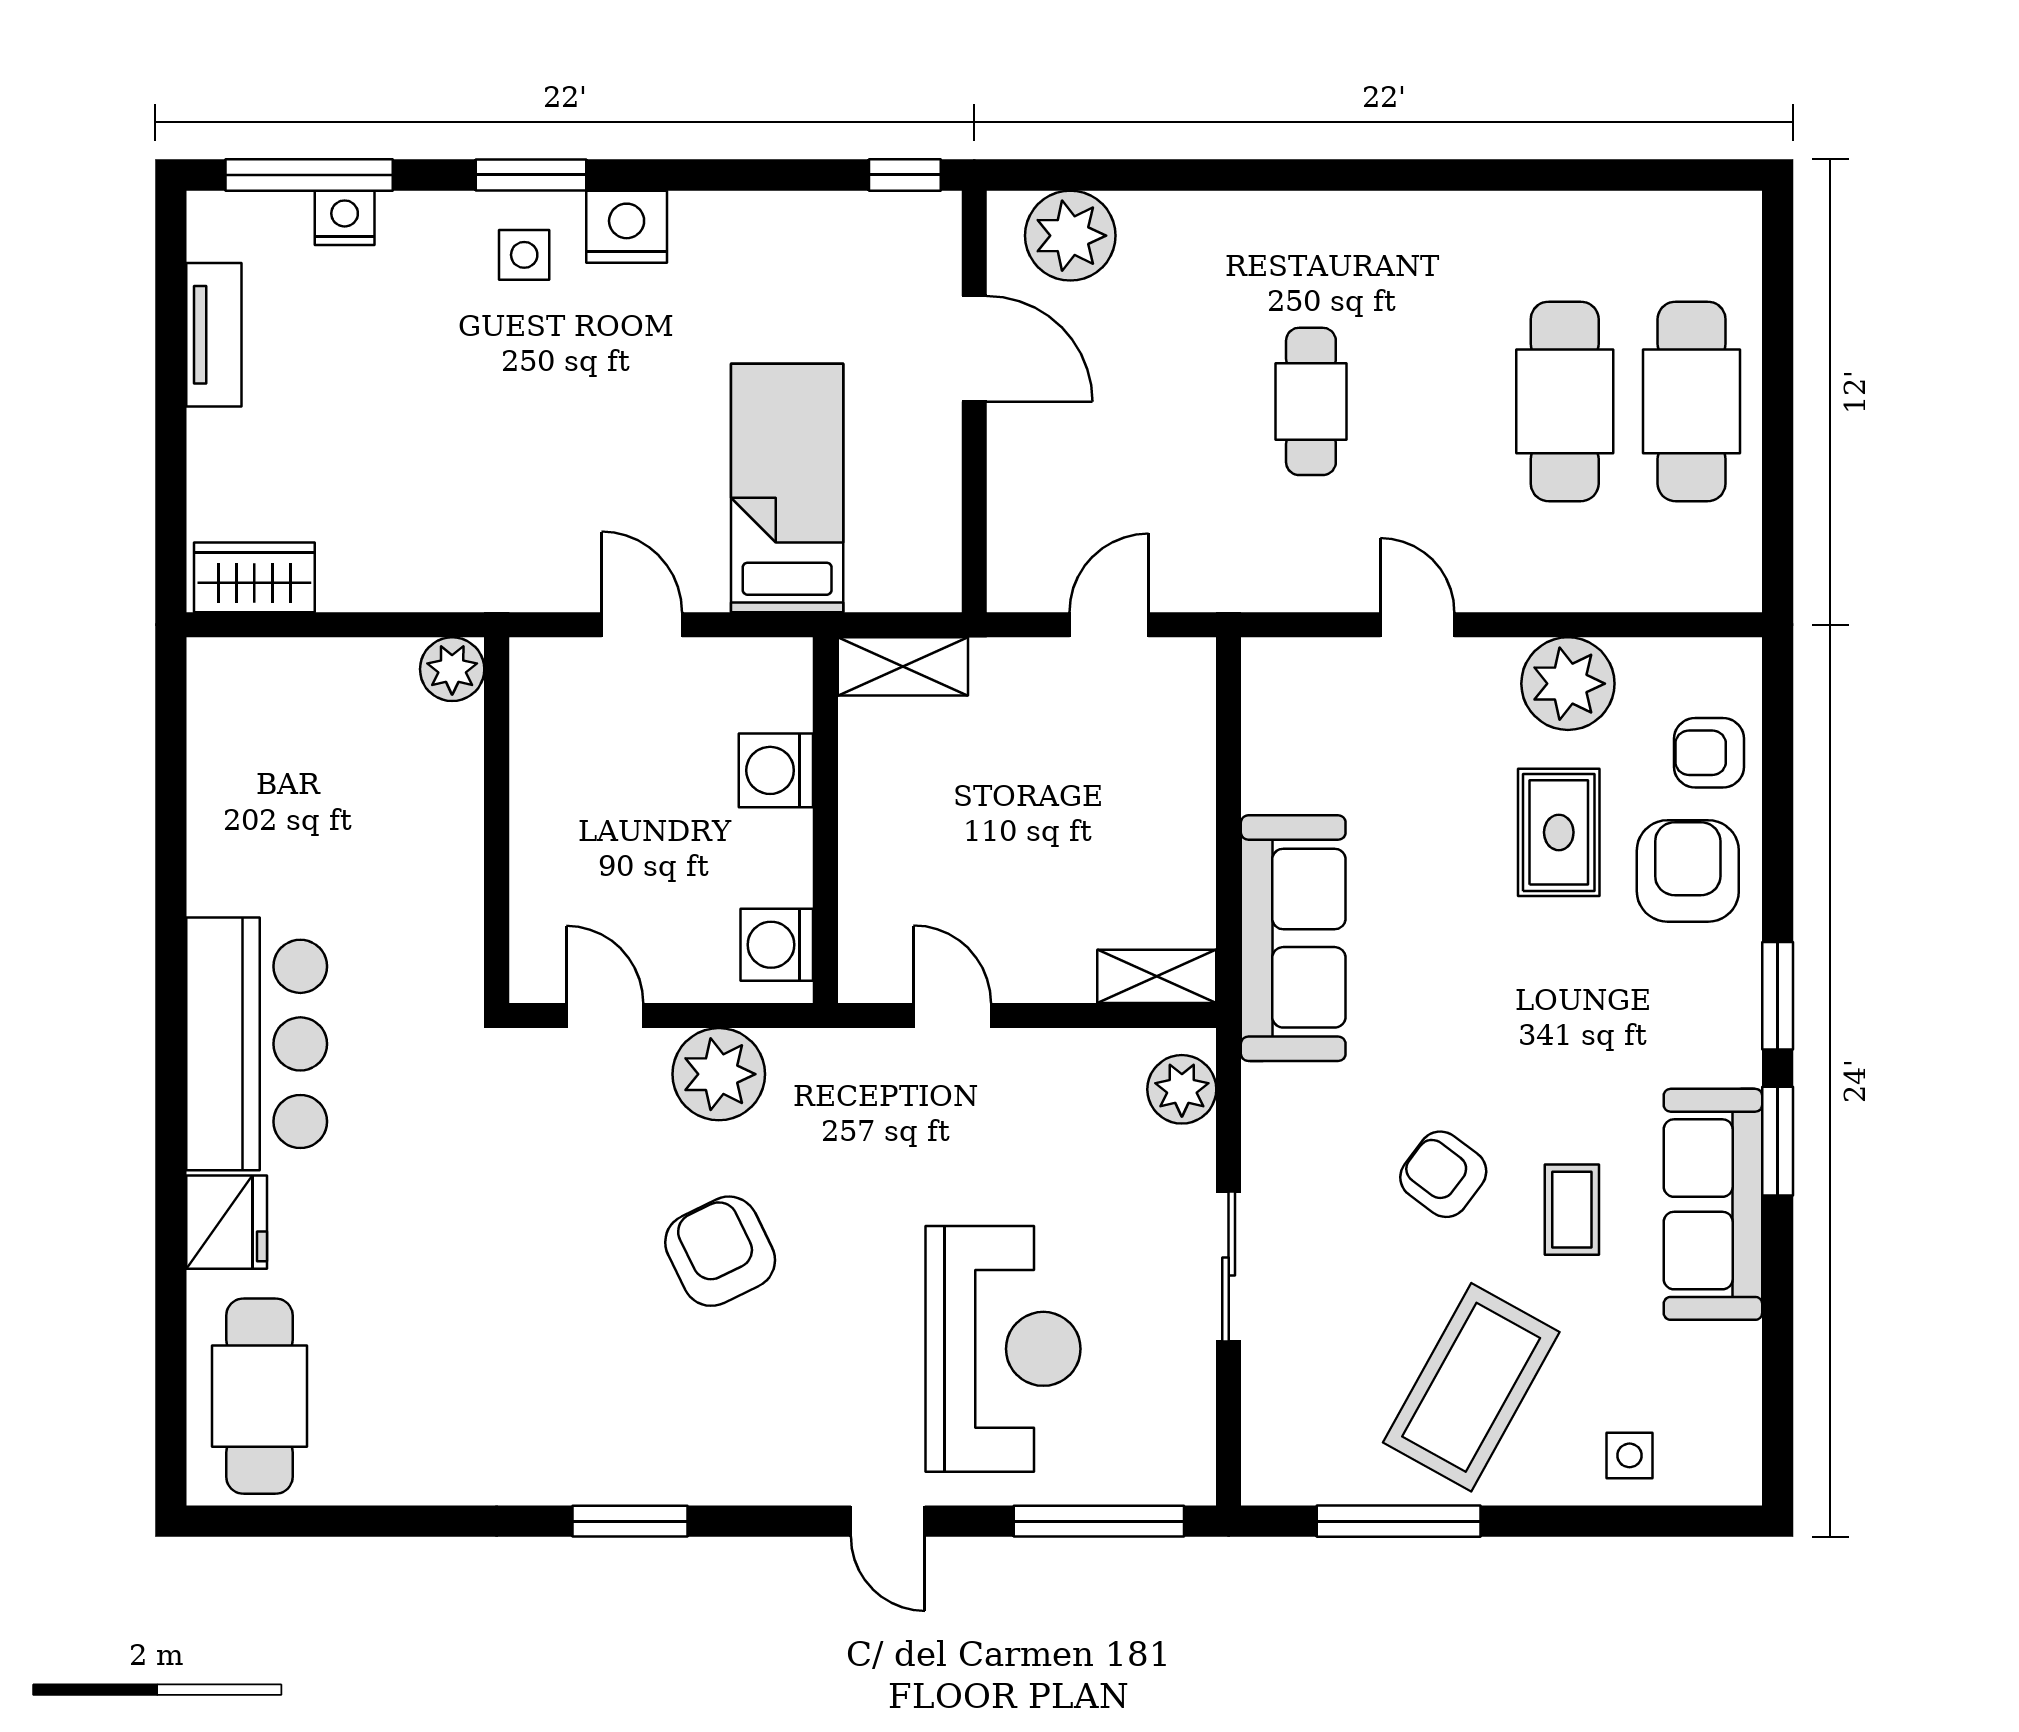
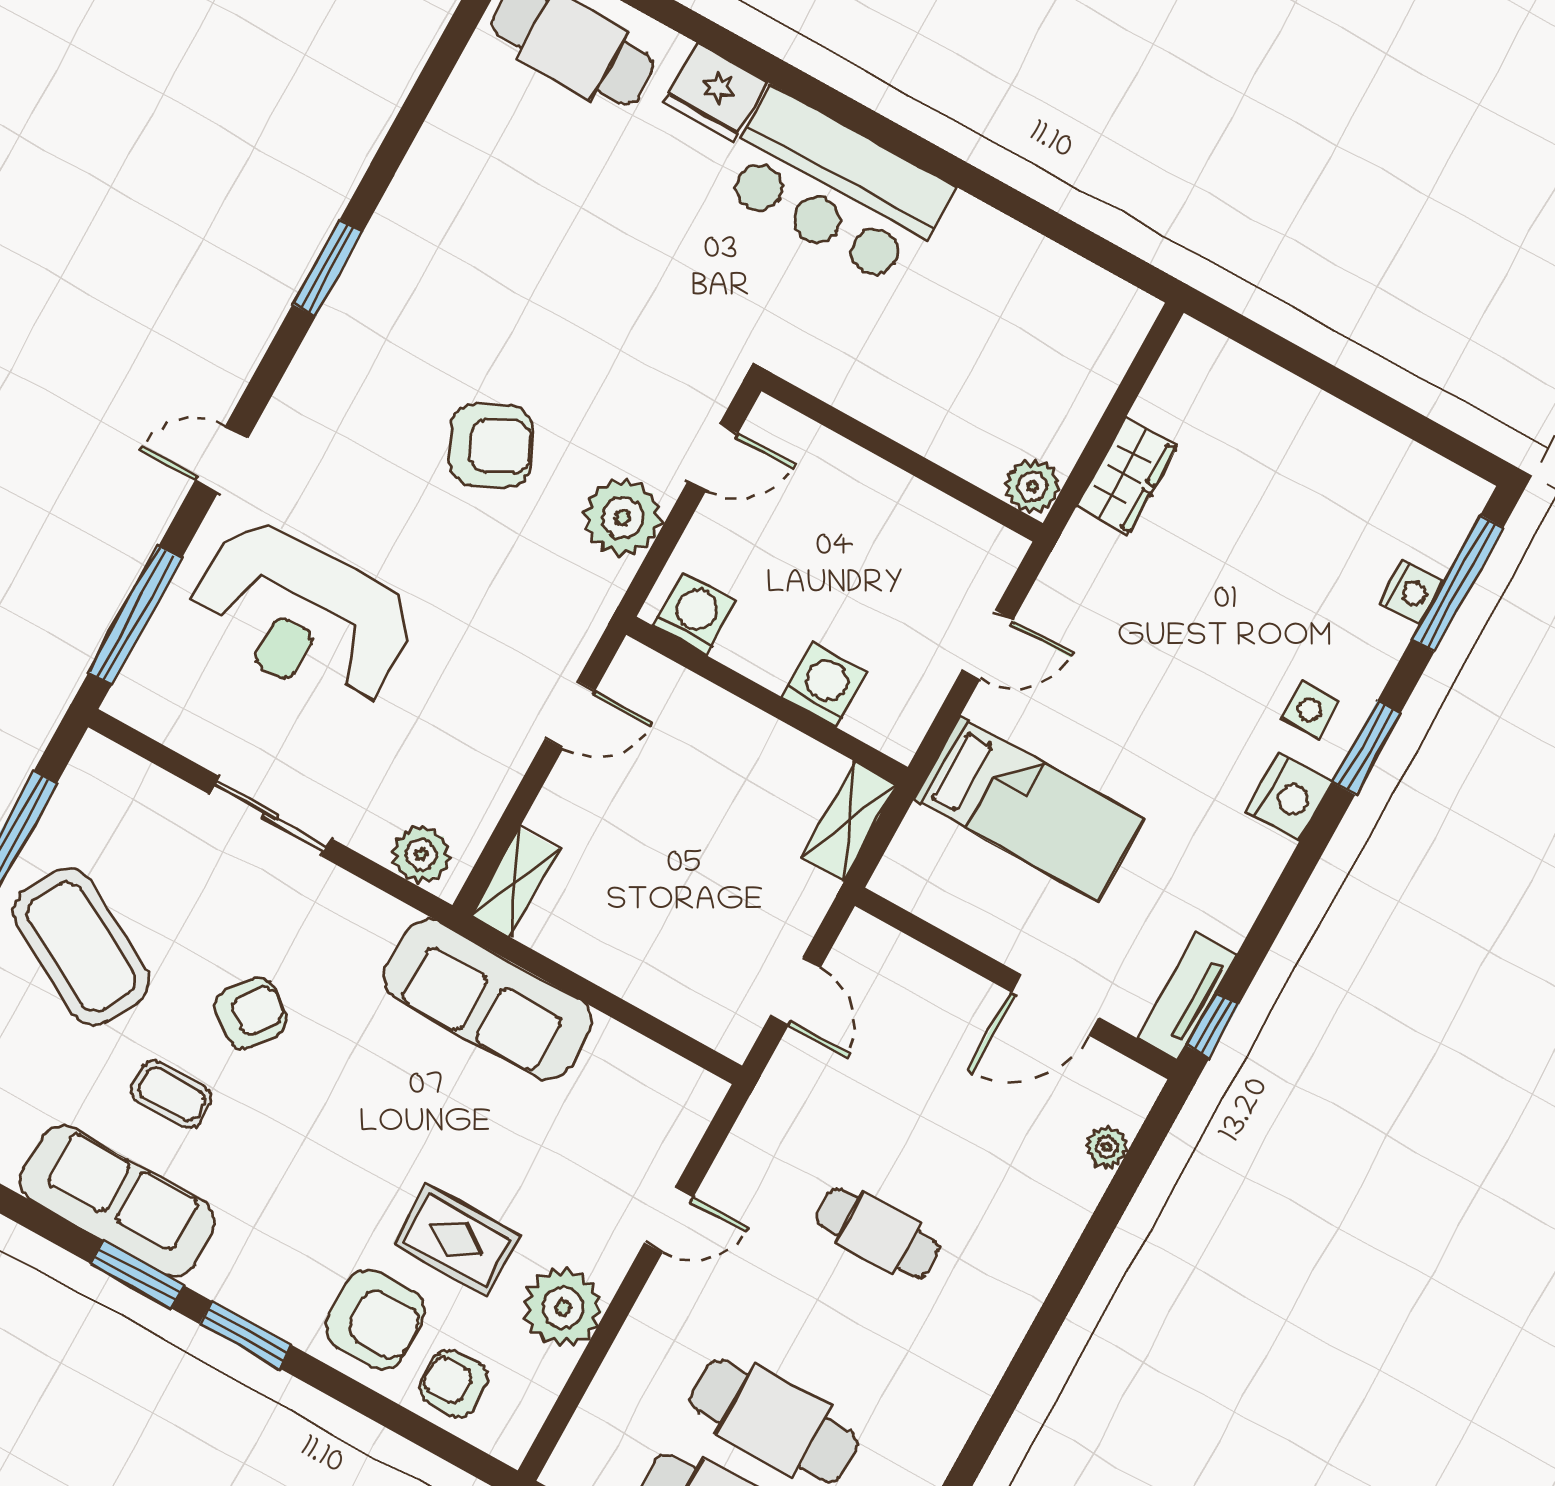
plant: (1070, 236) -> (1107, 1147), width x0.53, depth x0.53
tv unit: (214, 335) -> (1187, 996), moved, turned 90
wardrobe: (254, 577) -> (1127, 476), moved
armchair: (1709, 753) -> (454, 1384), turned -90

